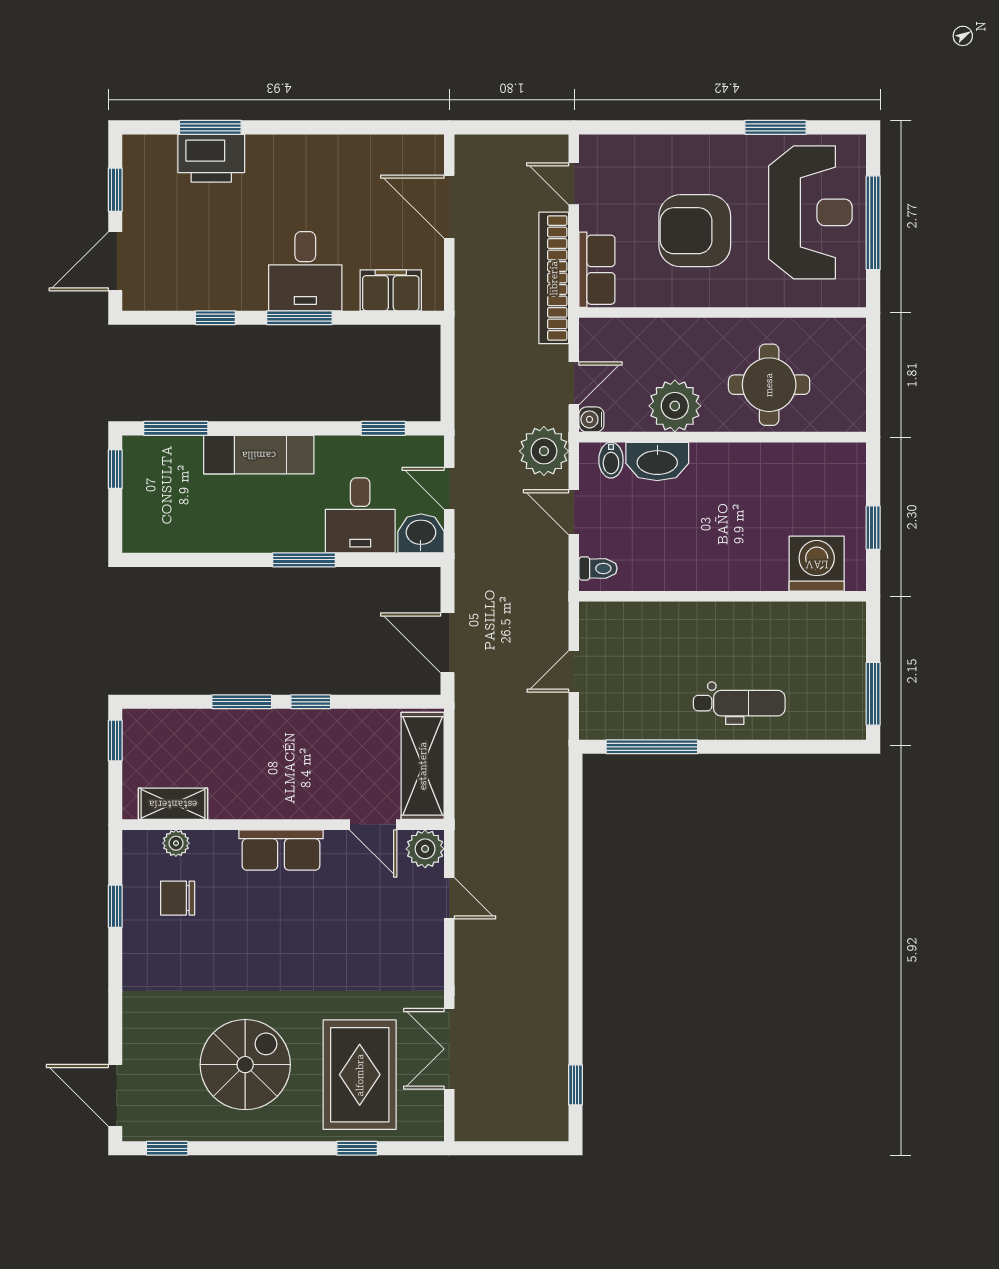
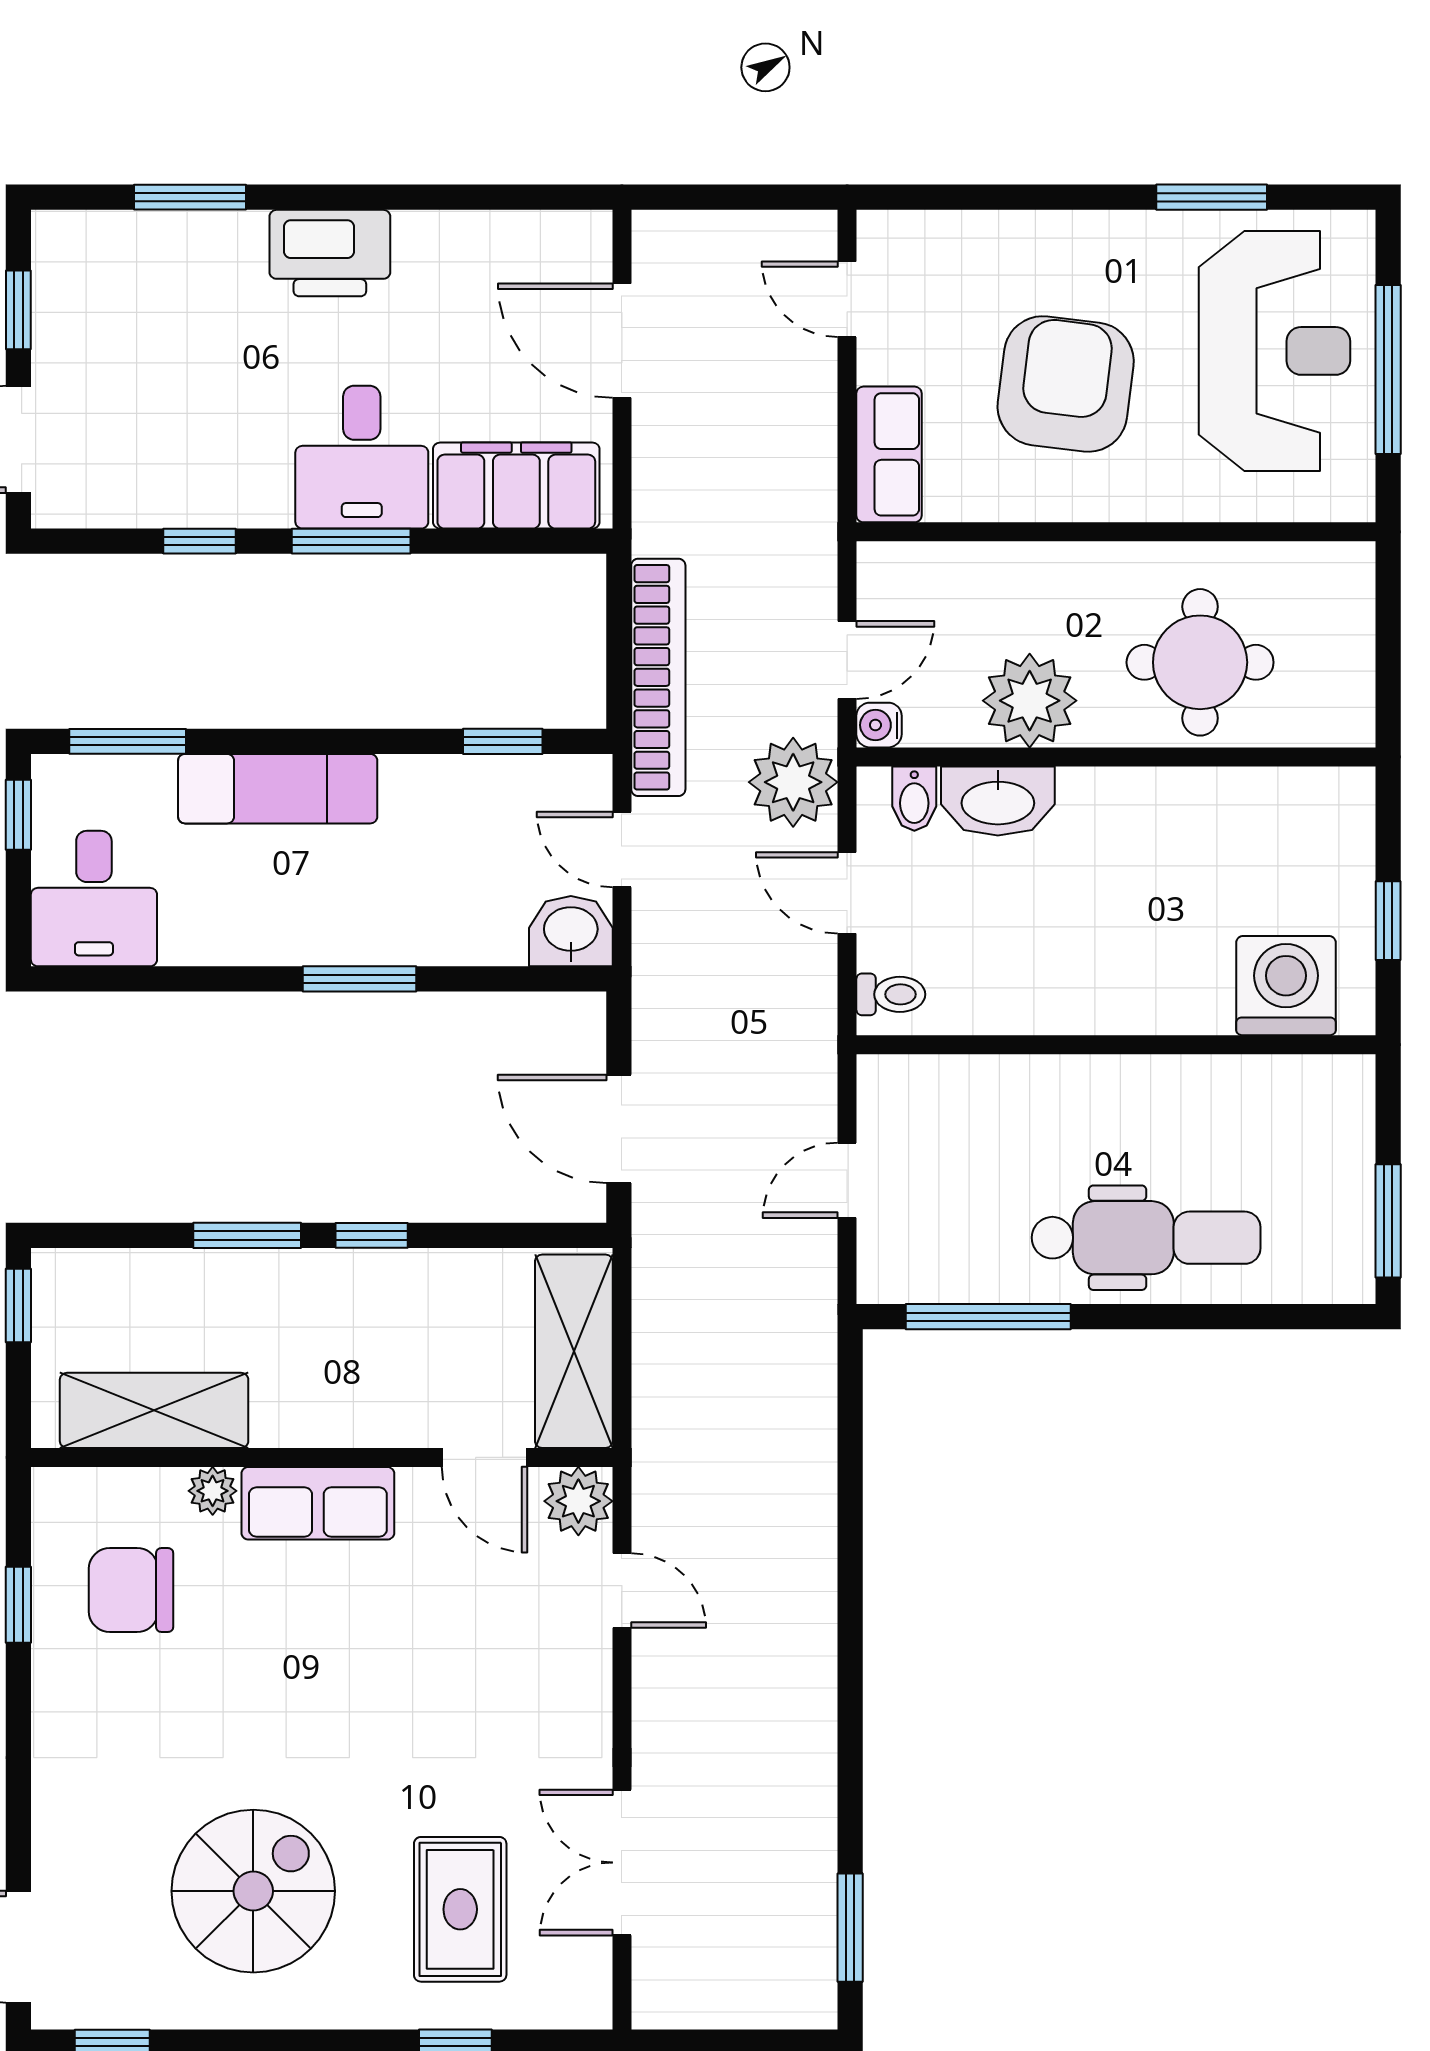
printer: (211, 158) -> (330, 253), moved
armchair: (695, 231) -> (1066, 384), turned 97
bookcase: (554, 278) -> (658, 677), moved, turned 180
filing cabinet: (391, 290) -> (516, 486), width x1.50, depth x1.17
desk: (360, 515) -> (94, 899), moved
dental chair: (739, 703) -> (1146, 1238), width x1.36, depth x1.38
shelving: (173, 804) -> (154, 1410), width x1.50, depth x1.33
plant: (176, 843) -> (213, 1491), moved
chair: (178, 898) -> (131, 1590), width x1.37, depth x1.37
rug: (360, 1075) -> (460, 1909), width x0.73, depth x0.70
window: (576, 1085) -> (850, 1928), width x1.50

